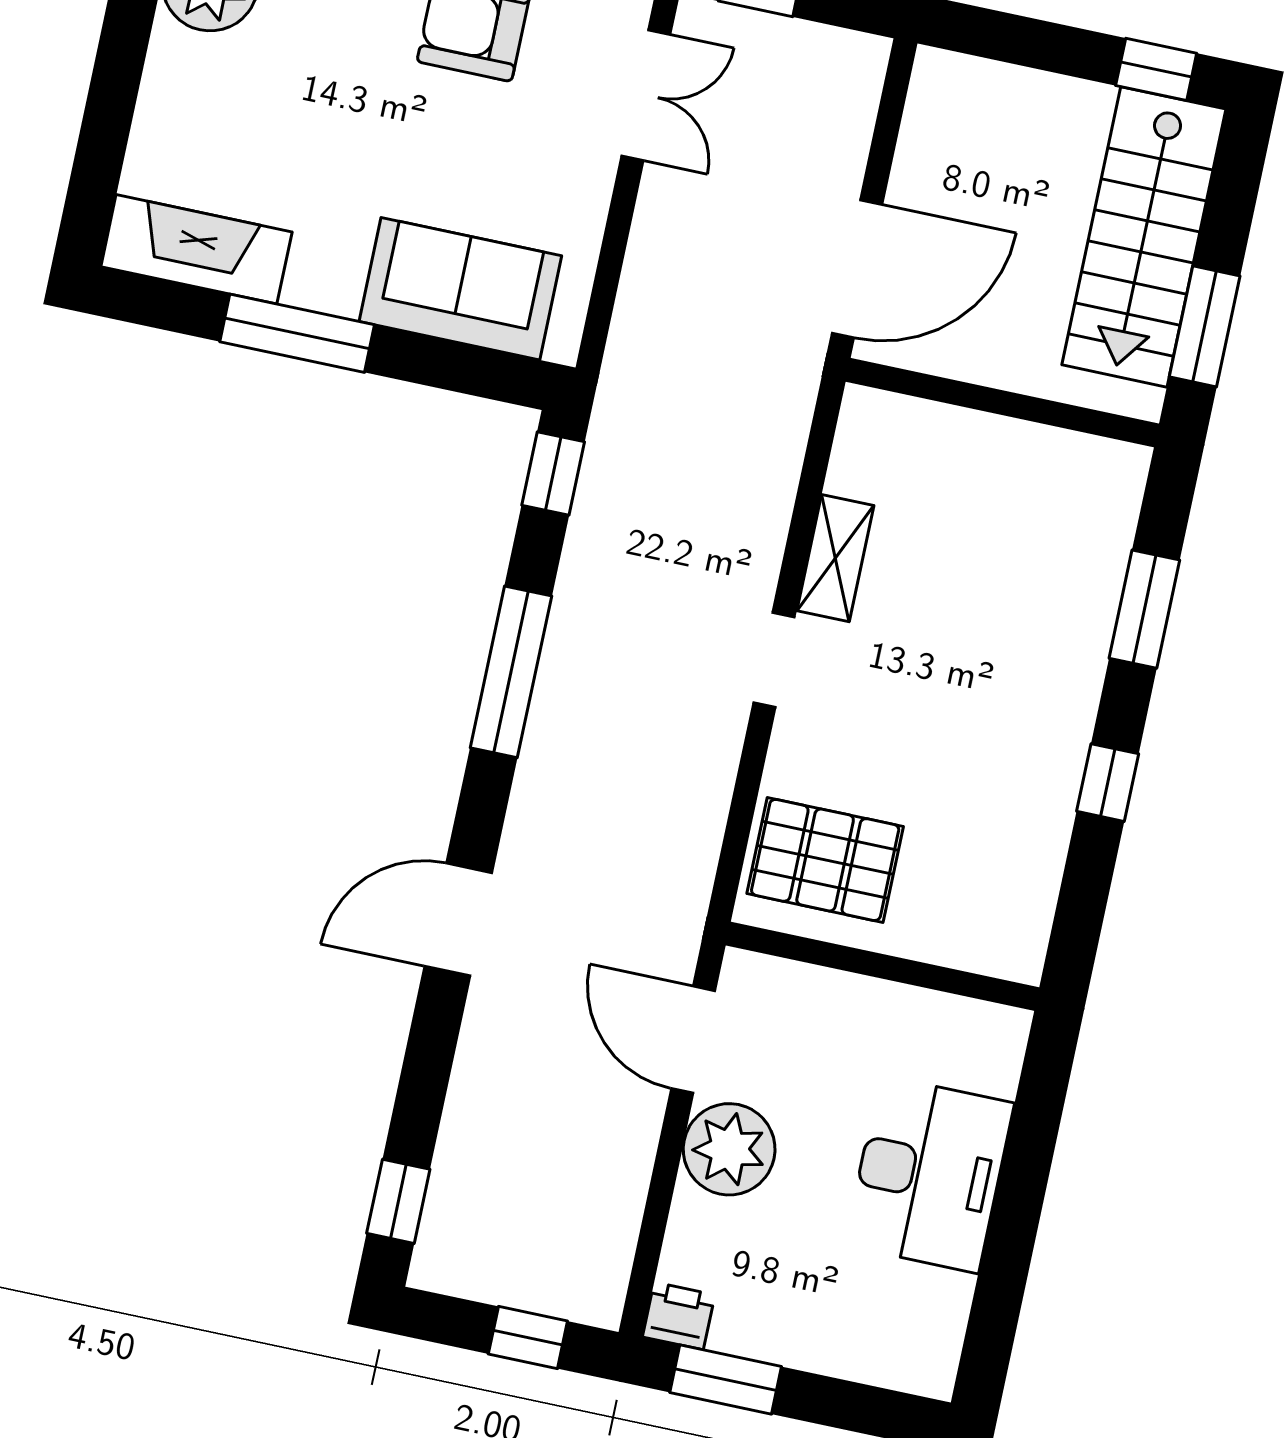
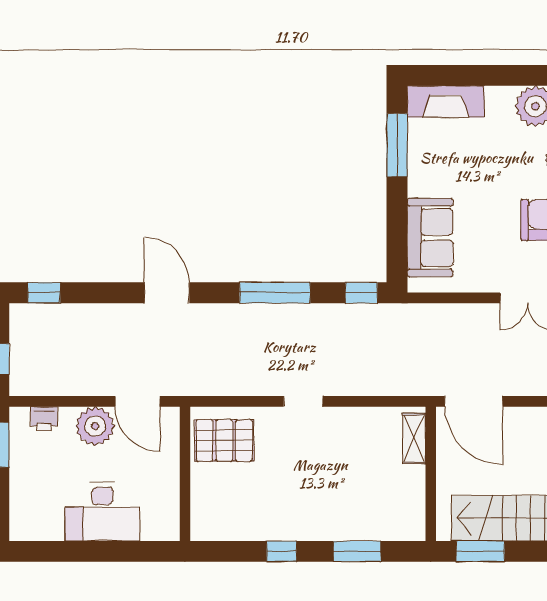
fireplace: (196, 249) -> (446, 101), moved, turned 90
window: (297, 333) -> (397, 145), moved
shelving: (835, 558) -> (414, 438), moved, turned 90
pallet: (825, 860) -> (224, 440), turned 90
door: (693, 1040) -> (138, 401), swing flipped
printer: (679, 1316) -> (44, 419), moved, turned 90

